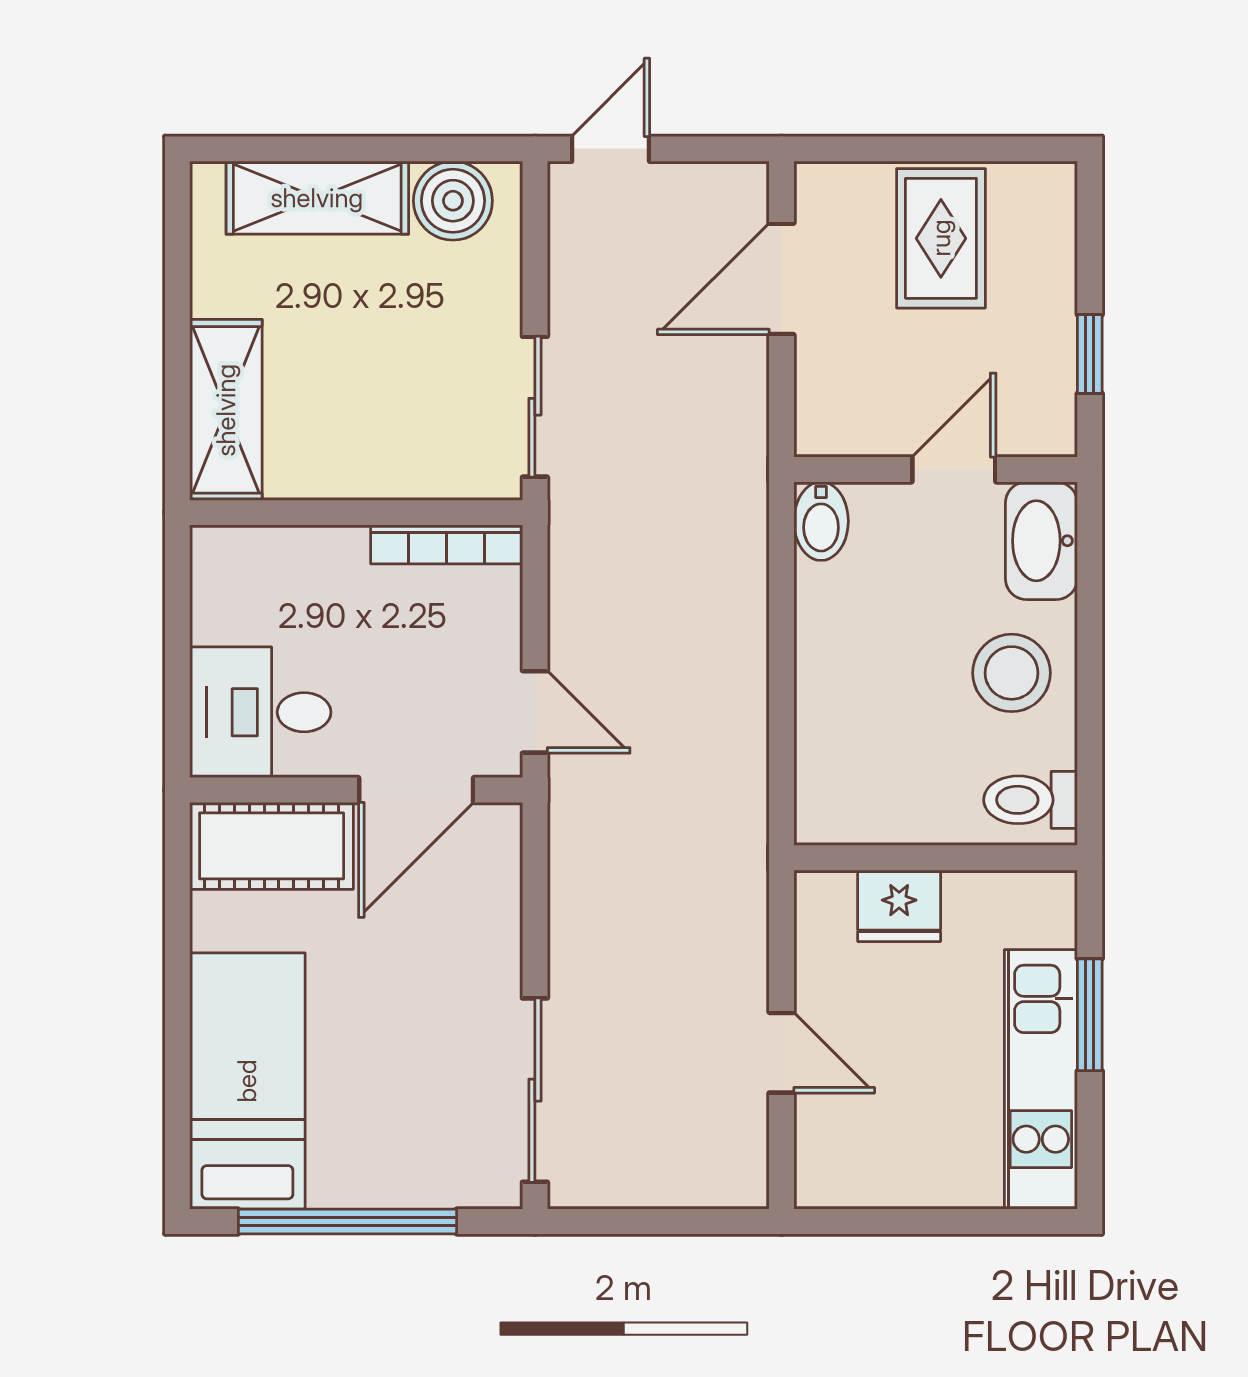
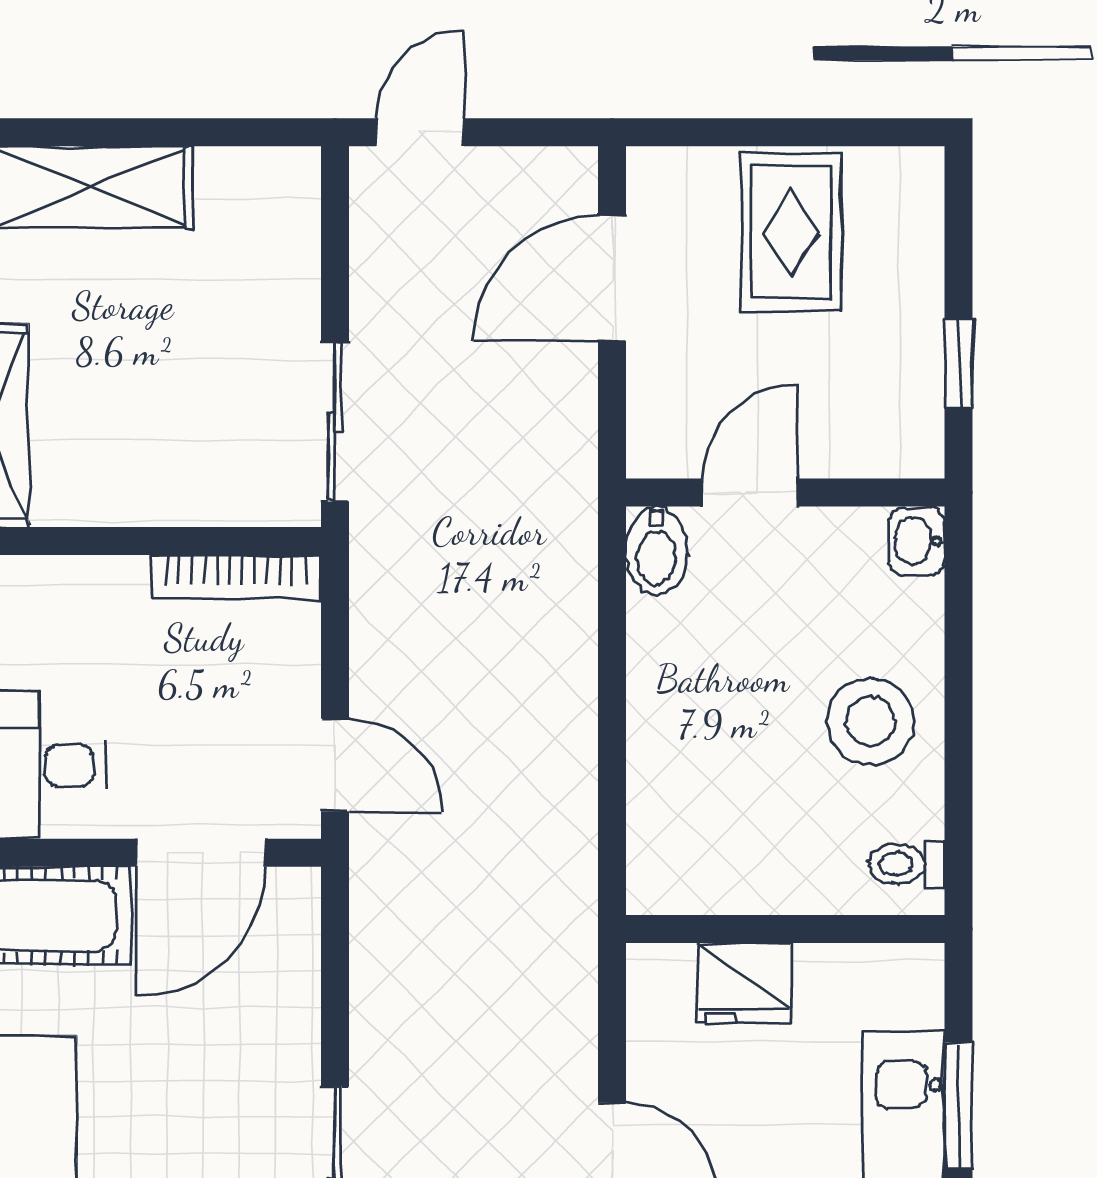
boiler: (453, 201) -> (243, 191), removed
door: (954, 469) -> (750, 493), moved
washbasin: (1041, 541) -> (917, 541), width x0.52, depth x0.69
toilet: (1031, 800) -> (907, 864), width x0.73, depth x0.72

